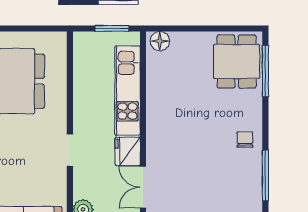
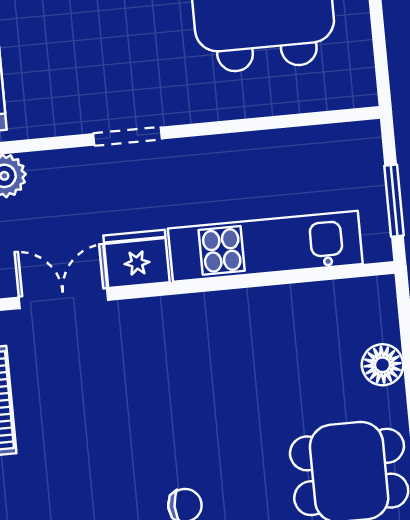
floor lamp: (160, 41) -> (383, 365), moved

